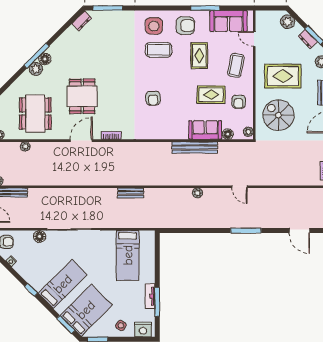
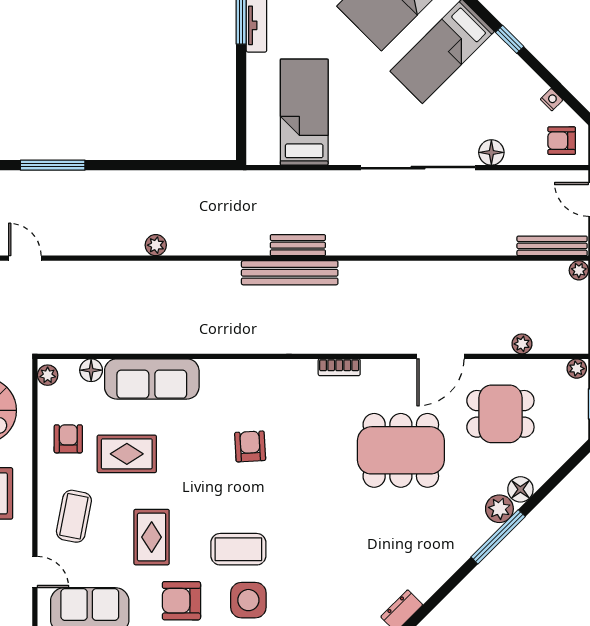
floor lamp: (45, 59) -> (520, 489), moved
dining table: (82, 96) -> (401, 450), width x1.38
dining table: (35, 114) -> (500, 414), width x0.73
sofa: (205, 130) -> (152, 379), width x1.36
door: (81, 141) -> (440, 356), moved
bench: (195, 147) -> (290, 273), moved
door: (239, 187) -> (25, 258), moved

